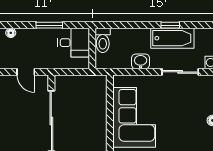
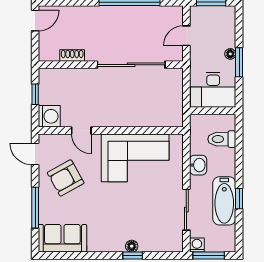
floor lamp: (11, 33) -> (230, 54), moved
toilet: (103, 40) -> (222, 139), moved
desk: (74, 43) -> (213, 90), width x1.37

